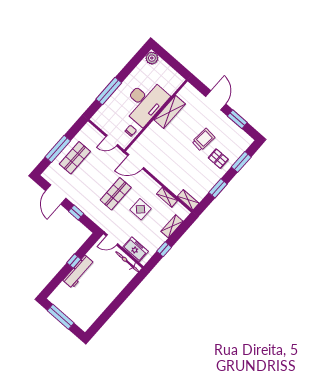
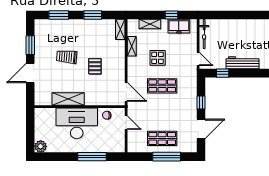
pallet: (218, 159) -> (95, 66), moved
freezer: (135, 249) -> (179, 26), moved, turned -90
window: (74, 261) -> (223, 73), moved

